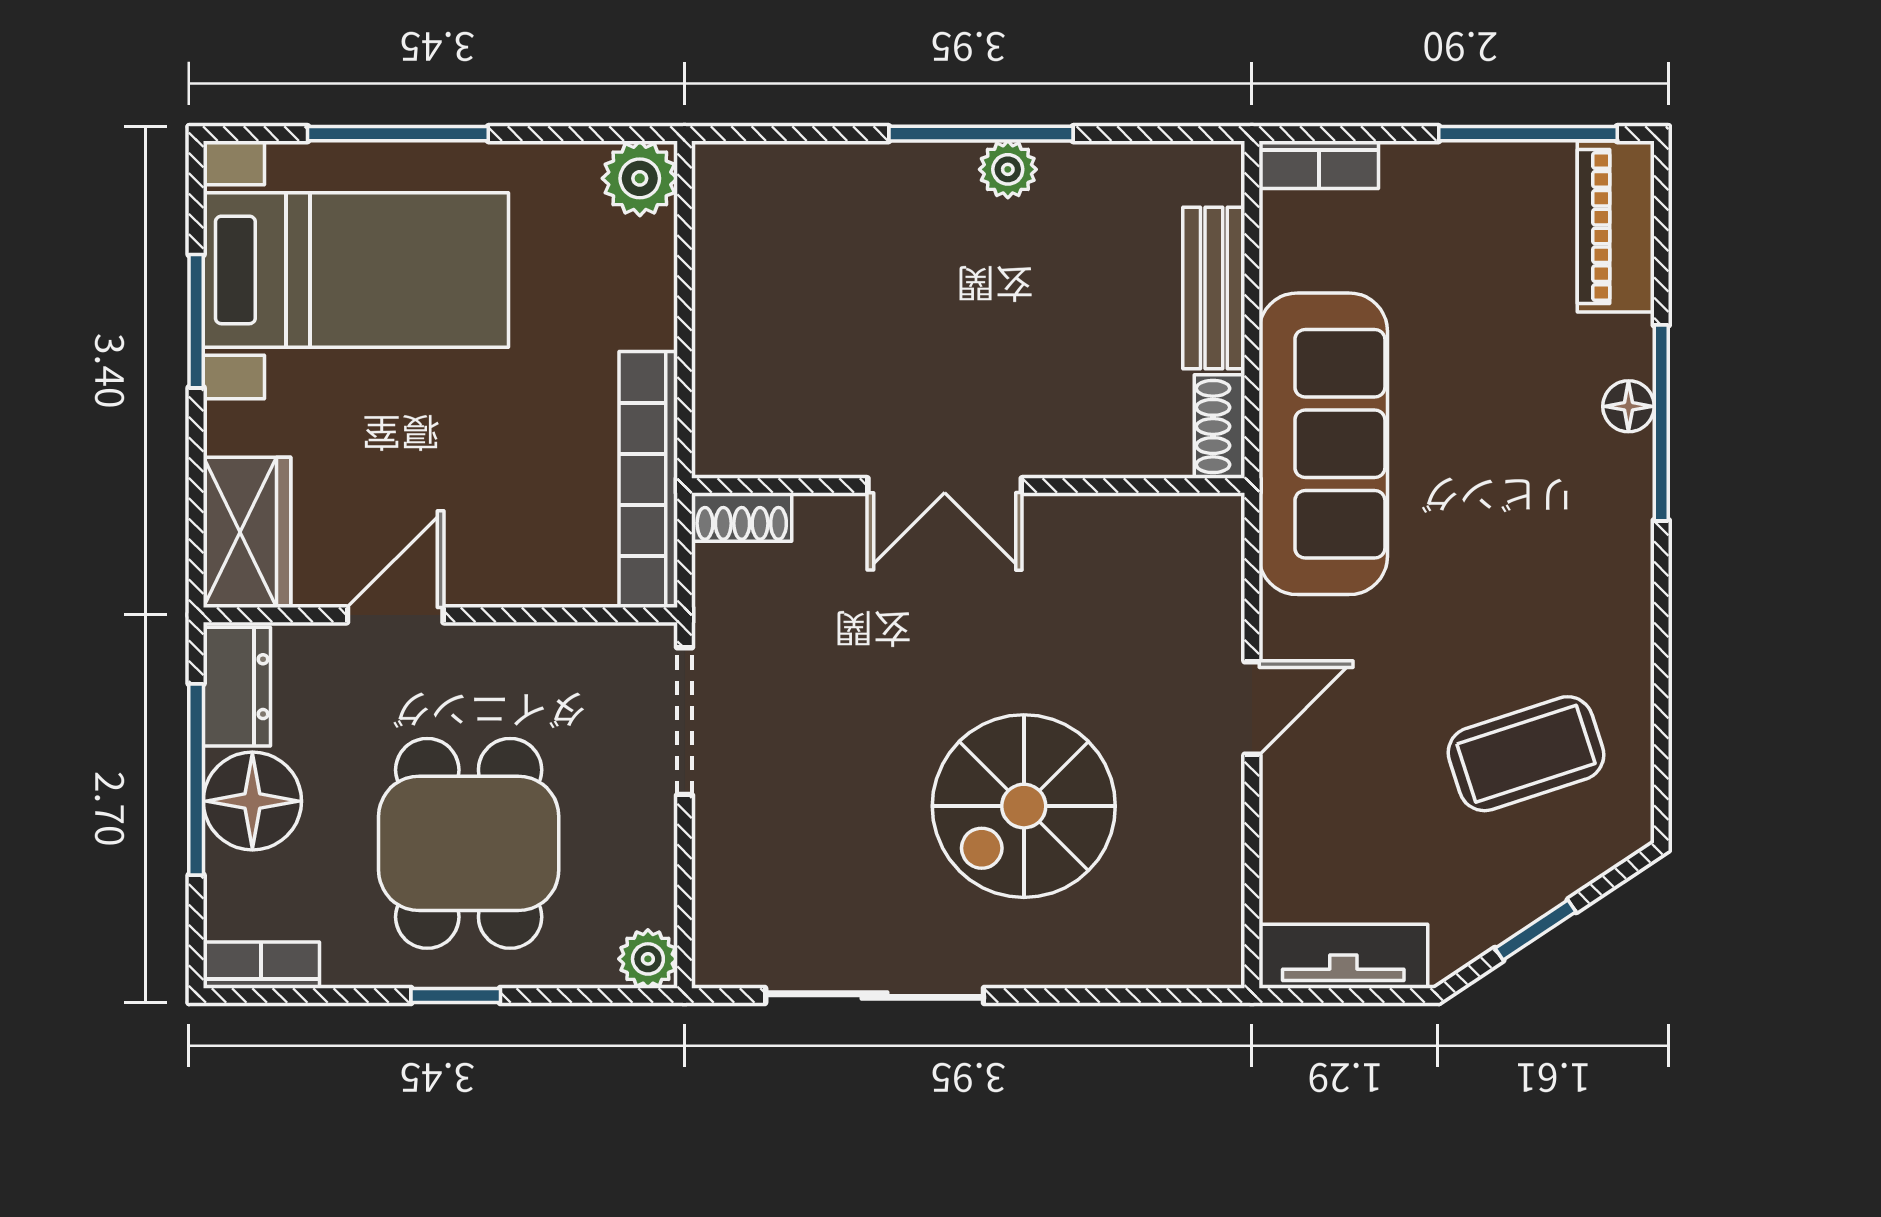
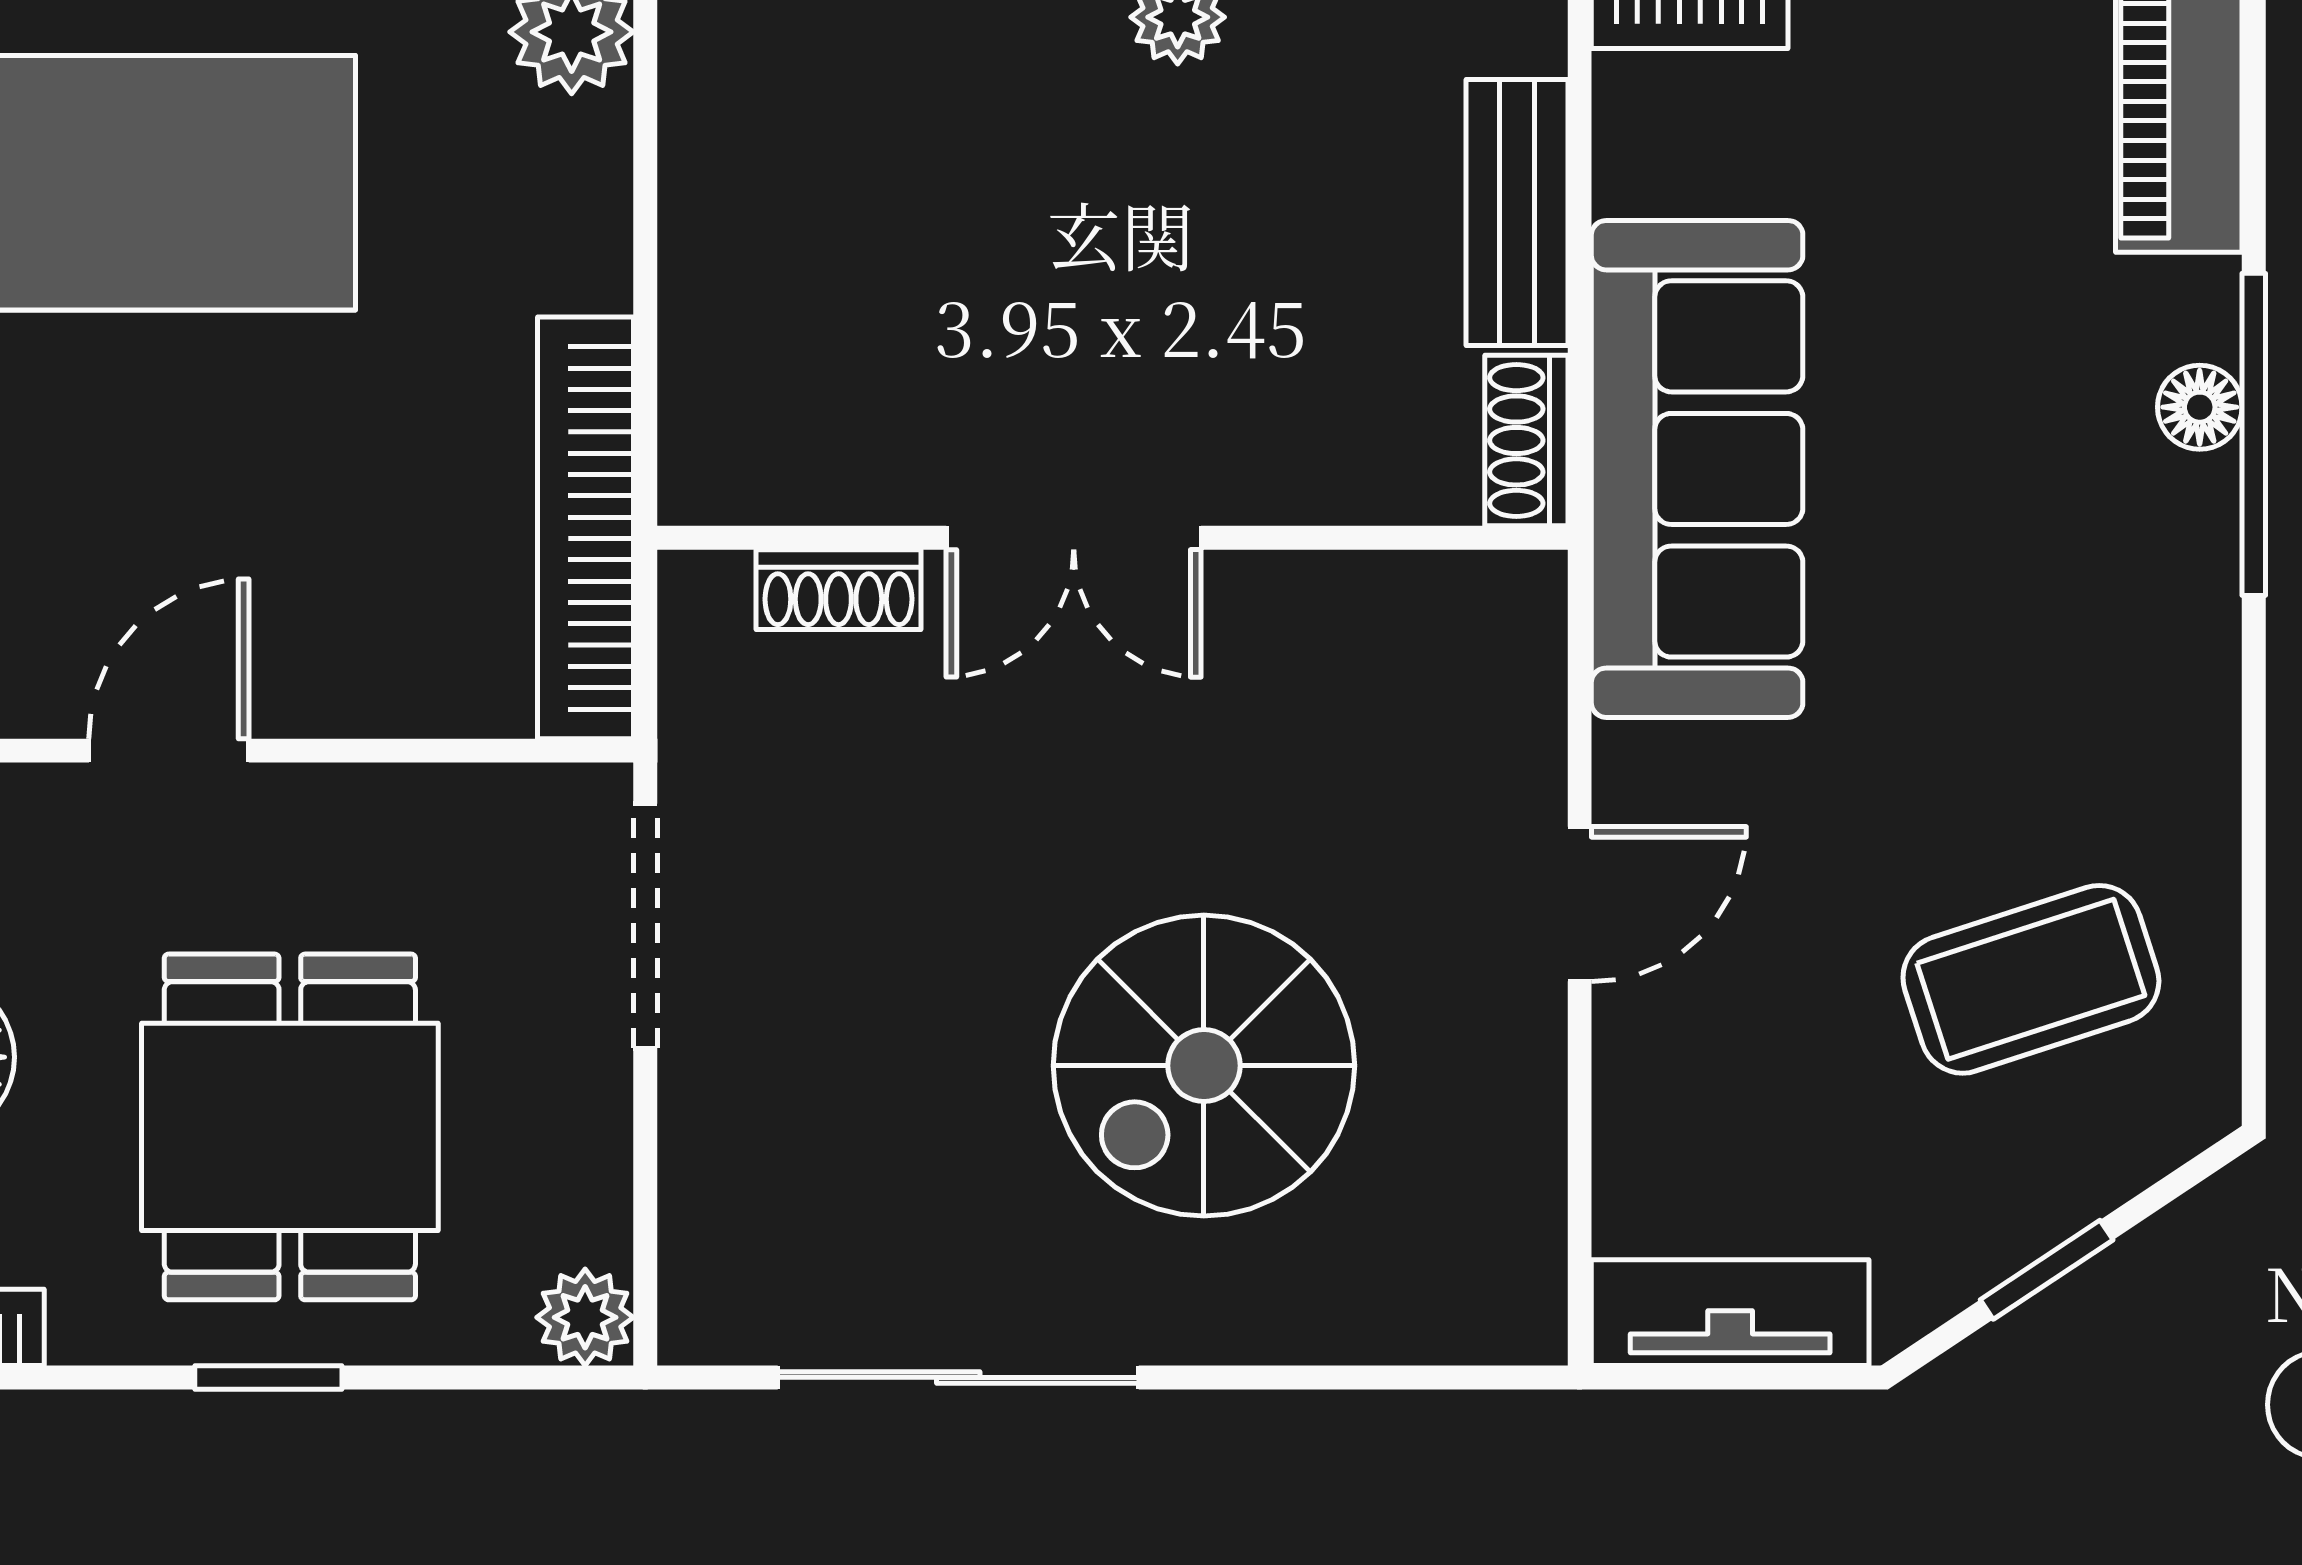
shoe rack: (742, 517) -> (839, 590), moved

